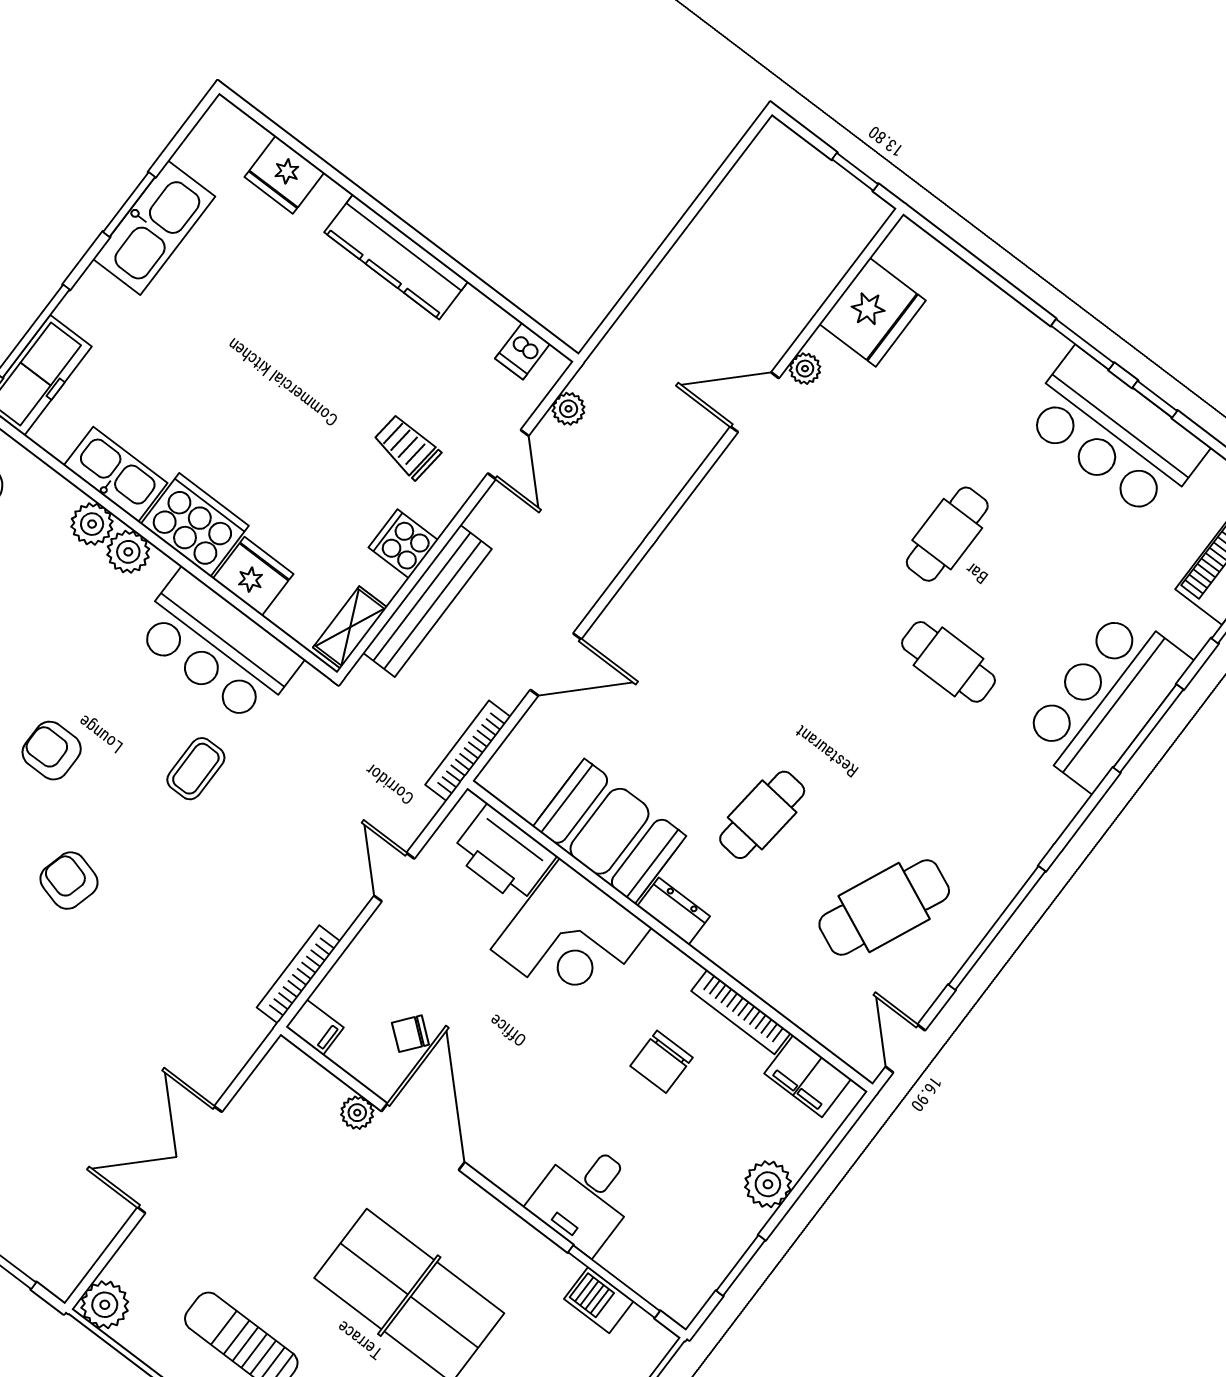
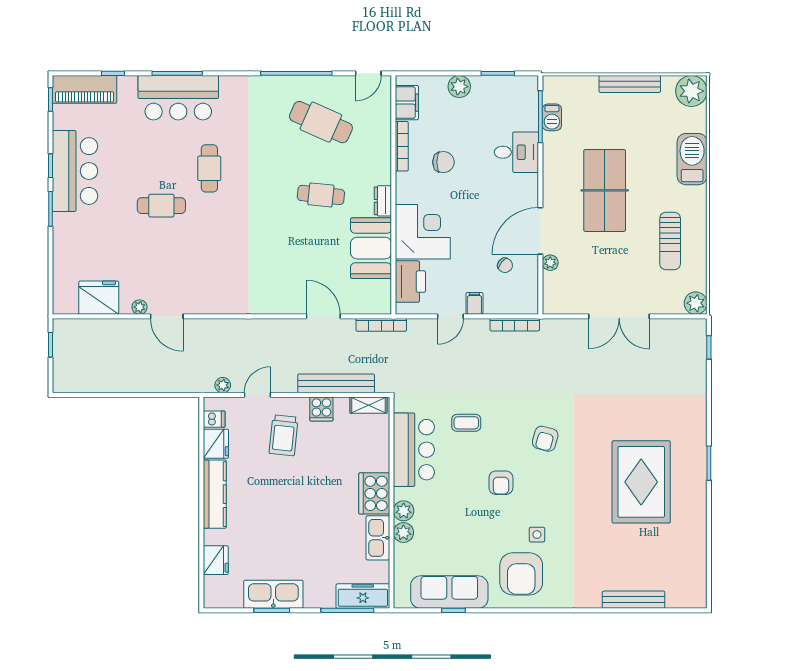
trolley: (407, 447) -> (284, 435), width x1.36, depth x1.39
fridge: (253, 576) -> (216, 444), moved, turned 180
filing cabinet: (315, 1027) -> (474, 303), moved

